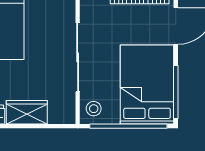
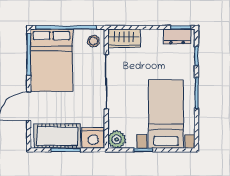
wardrobe: (27, 112) -> (124, 38), moved

